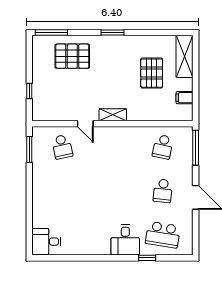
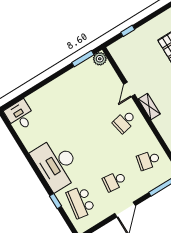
plant: (39, 134) -> (100, 59), added
school desk: (62, 147) -> (124, 121), moved
desk: (125, 240) -> (56, 164), width x1.87, depth x1.30

